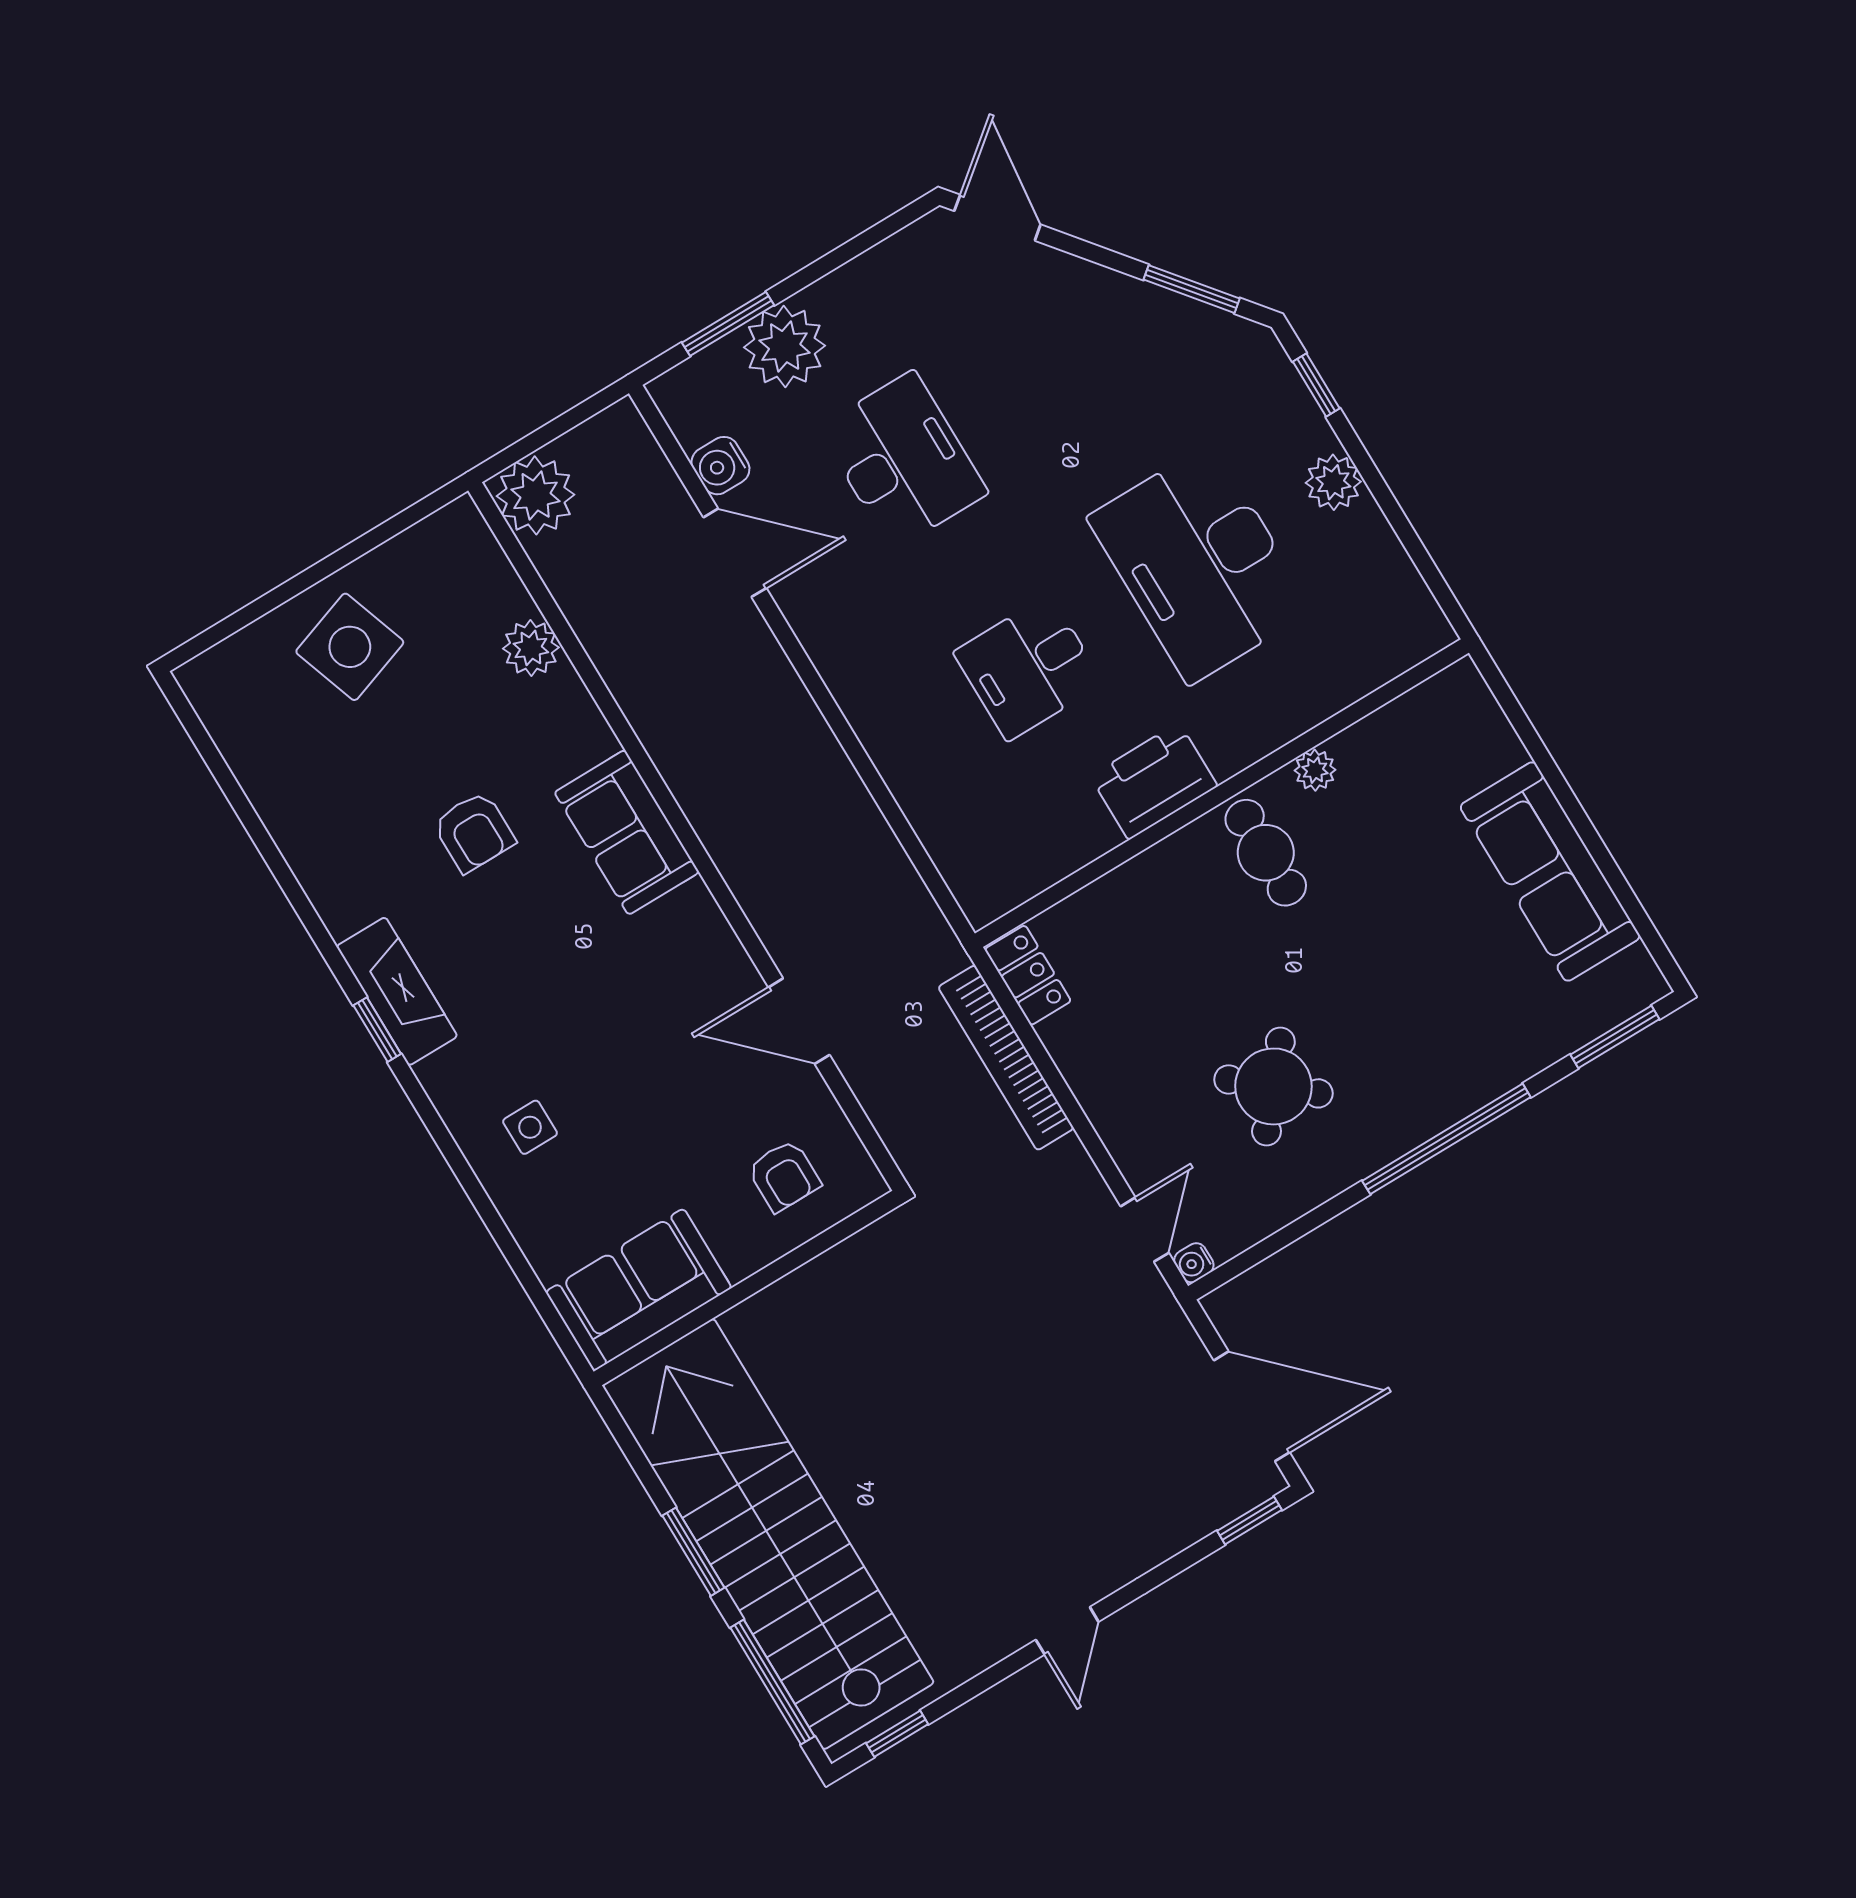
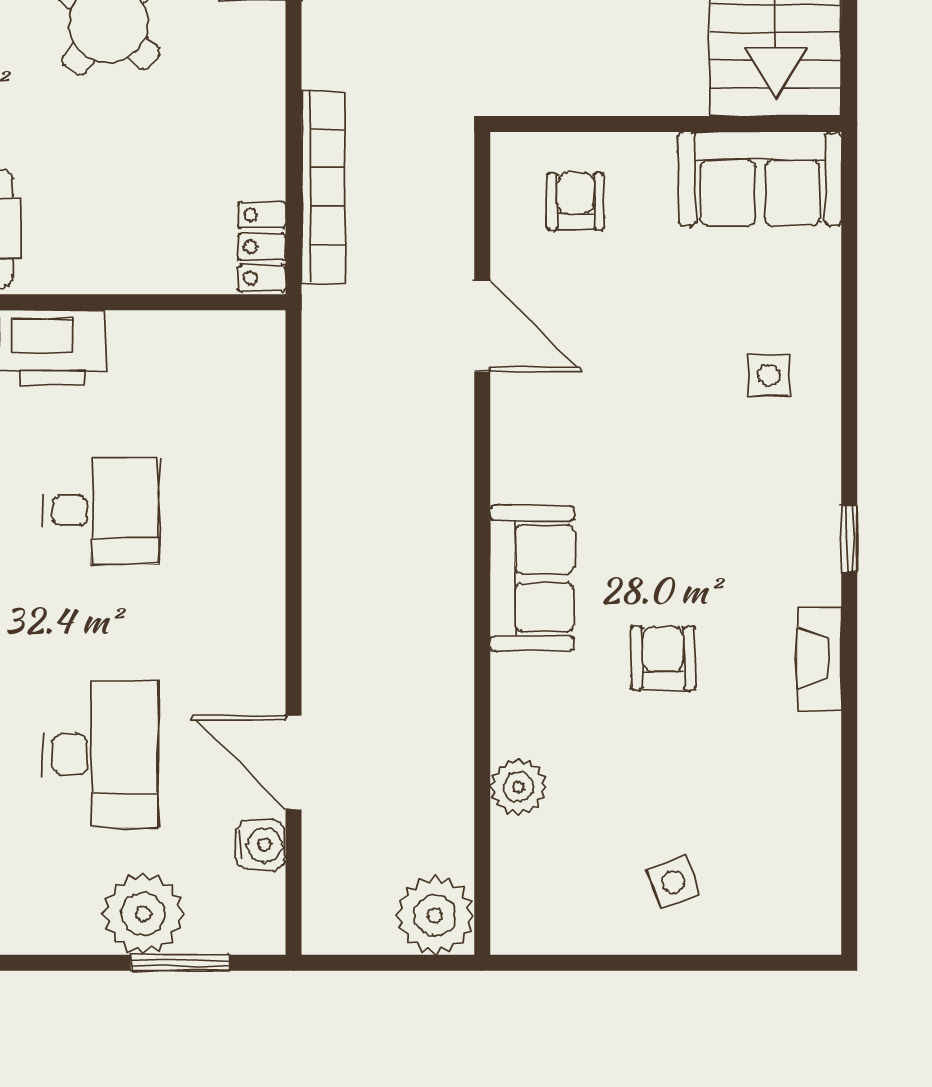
desk: (903, 460) -> (101, 754), turned 180
side table: (350, 647) -> (673, 882), width x0.54, depth x0.54
fireplace: (397, 991) -> (819, 658), moved, width x0.73, depth x0.76

